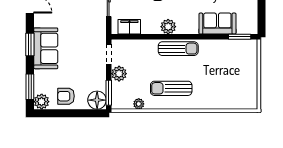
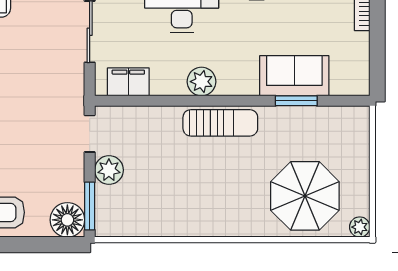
window: (240, 37) -> (296, 101), moved
parasol: (223, 87) -> (305, 196), added
sun lounger: (171, 88) -> (207, 198), removed
plant: (139, 104) -> (360, 227), moved

